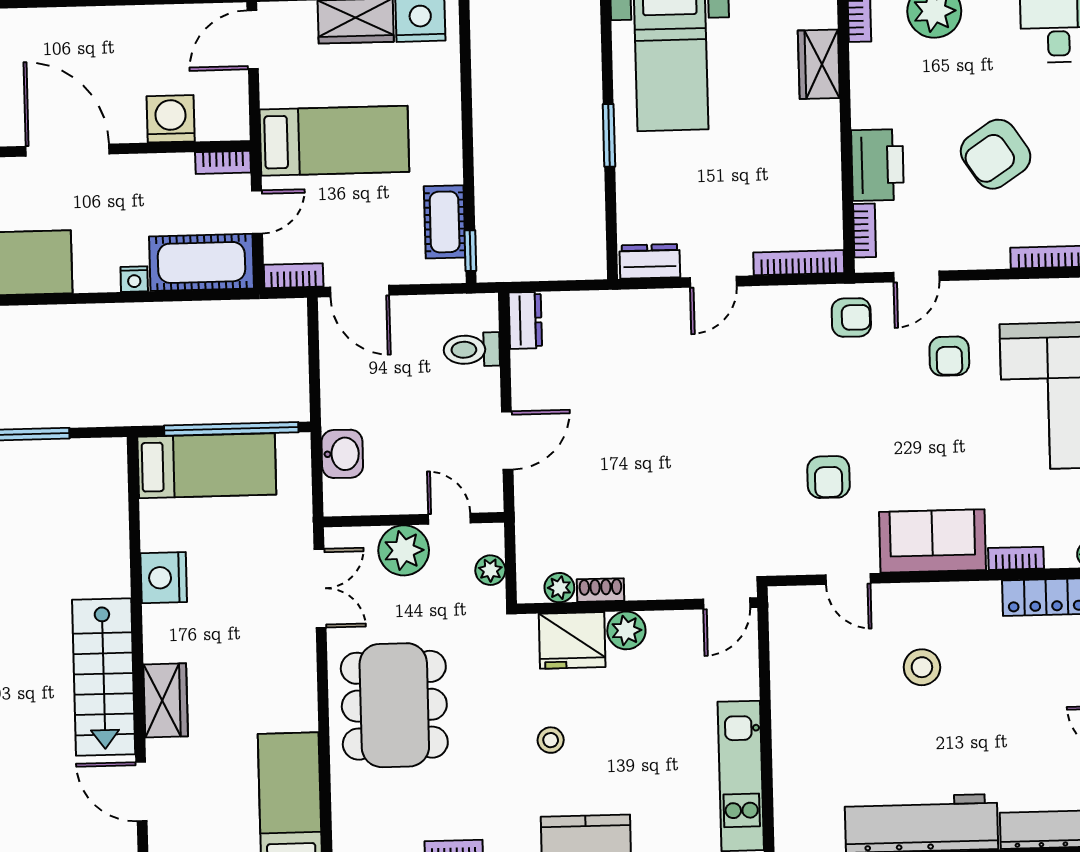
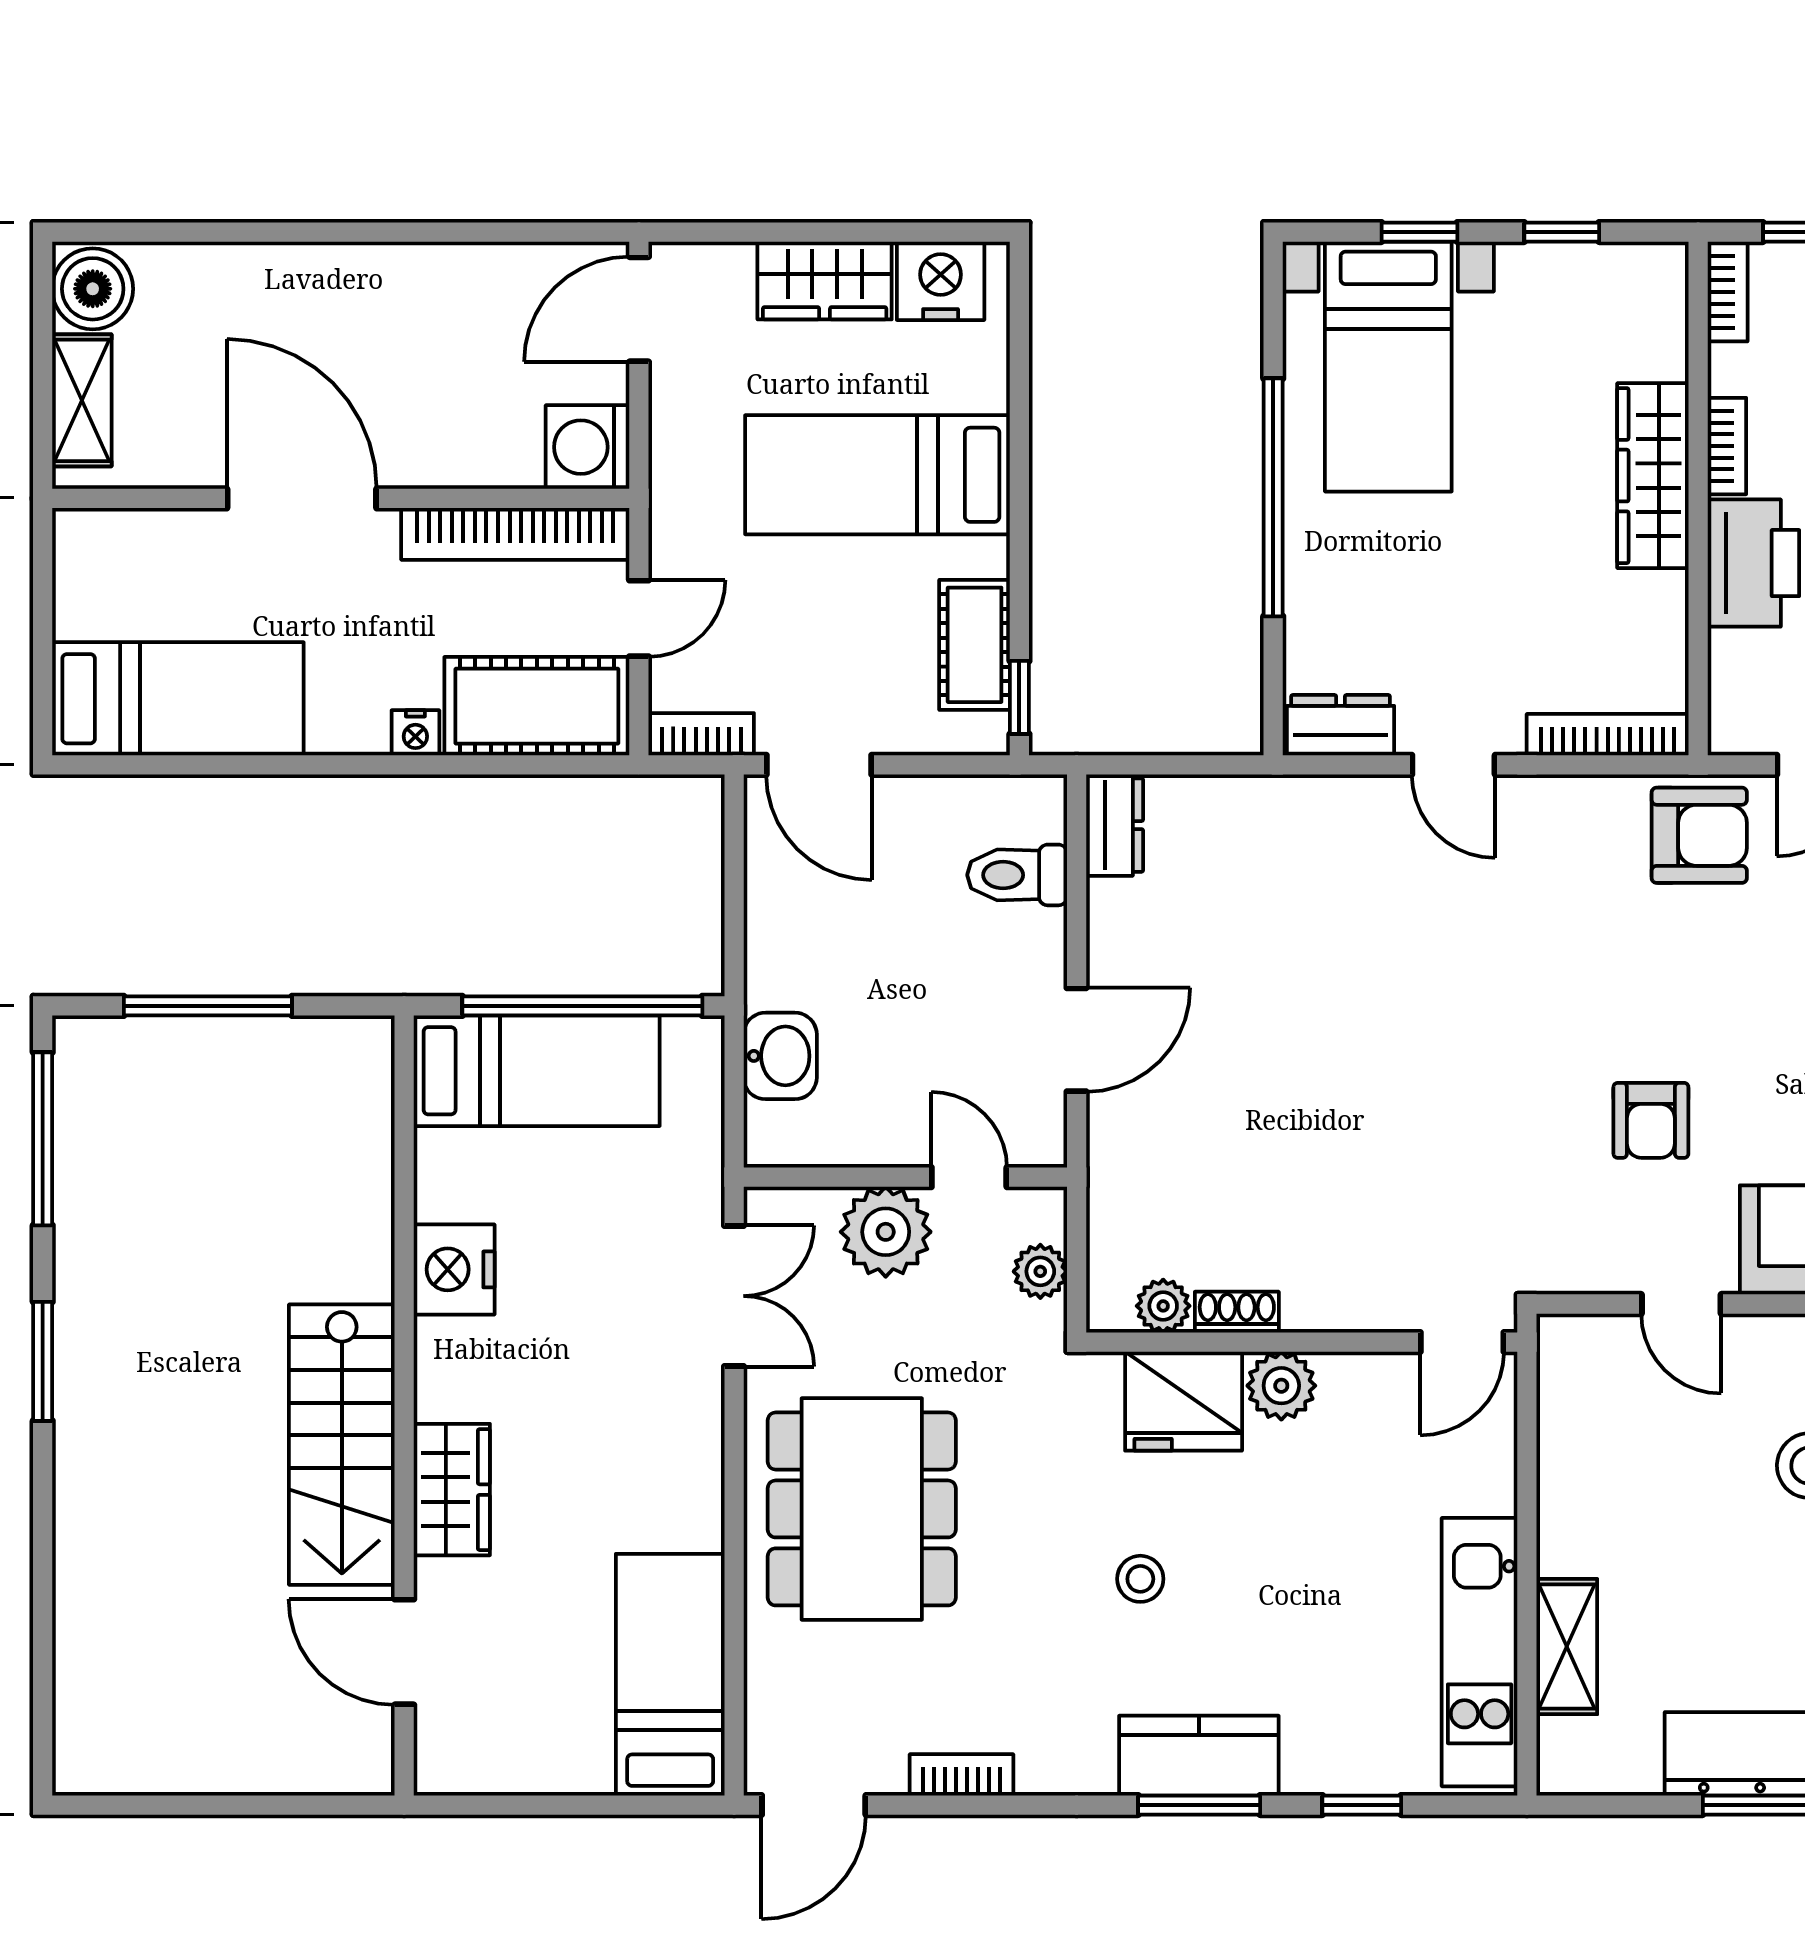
wardrobe: (819, 64) -> (1653, 476), moved, width x1.50
washing machine: (171, 119) -> (588, 447), moved, turned -90
window: (609, 135) -> (1273, 497), width x2.11
bed: (334, 141) -> (878, 475), moved, turned 180
bookcase: (223, 162) -> (515, 534), width x2.31, depth x1.31
bookcase: (864, 231) -> (1727, 446), moved
door: (713, 282) -> (1453, 765), hinge flipped
armchair: (851, 317) -> (1699, 835), width x1.38, depth x1.38
shelving: (789, 772) -> (1567, 1647), added

